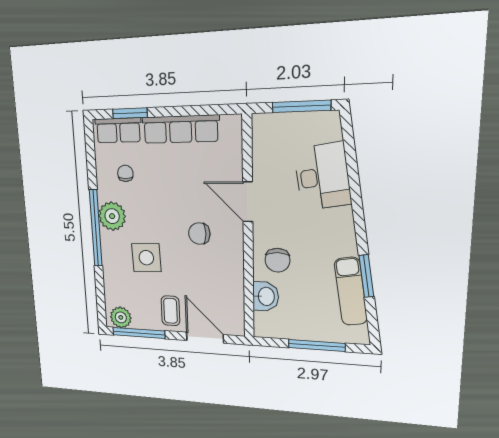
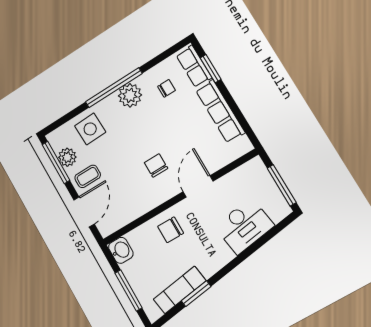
side table: (146, 258) -> (90, 129), moved
washbasin: (266, 296) -> (121, 250), moved, turned -90
plant: (121, 317) -> (67, 157), moved

